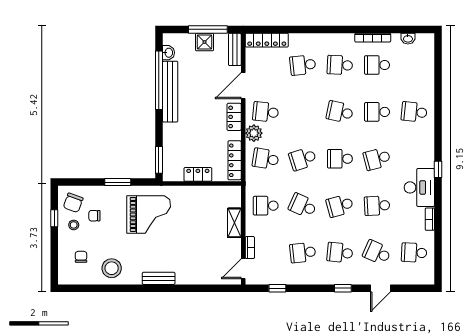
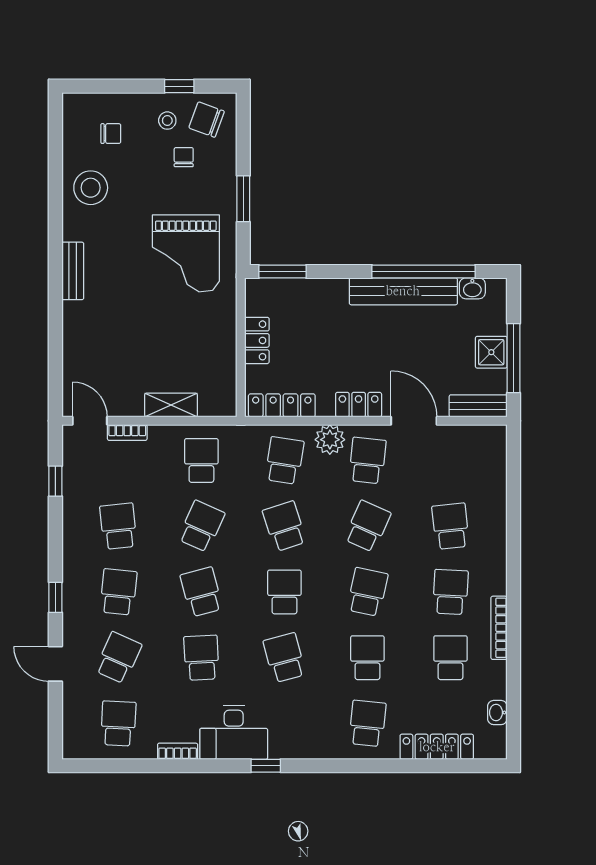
bookcase: (373, 38) -> (499, 628), moved
locker: (267, 40) -> (437, 747), moved, turned 90
school desk: (303, 112) -> (367, 526), added

